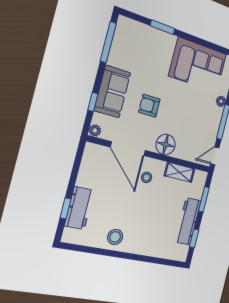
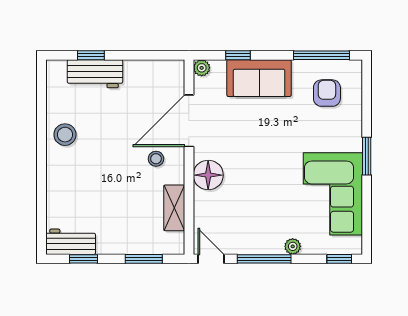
window: (163, 27) -> (367, 156), moved
armchair: (149, 106) -> (327, 93), moved
workbench: (188, 221) -> (71, 242), moved, width x0.73

